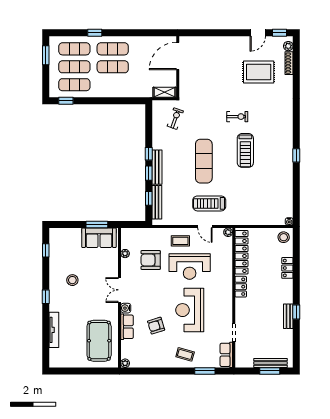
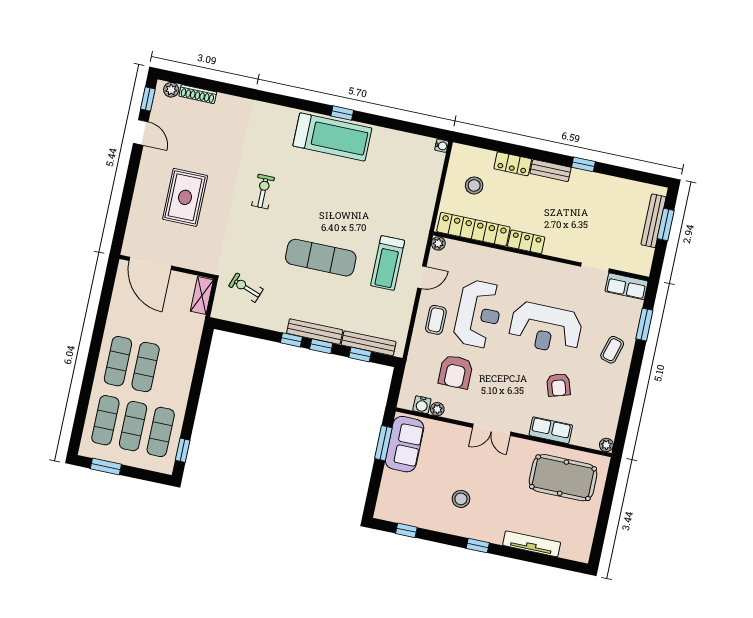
window: (95, 33) -> (87, 384), removed
rug: (259, 72) -> (185, 197), moved
treadmill: (245, 150) -> (332, 137), moved, width x1.37, depth x1.38
stool: (284, 237) -> (474, 185), moved
water cooler: (126, 308) -> (422, 405), moved
bench: (288, 316) -> (551, 170), moved

